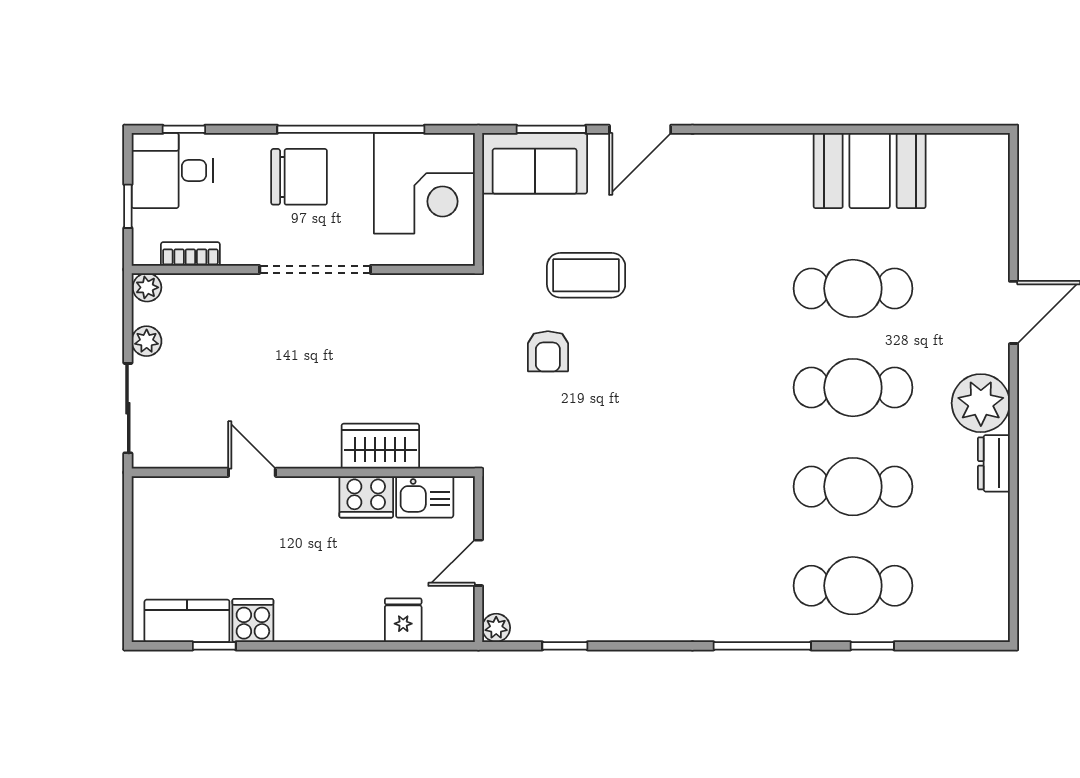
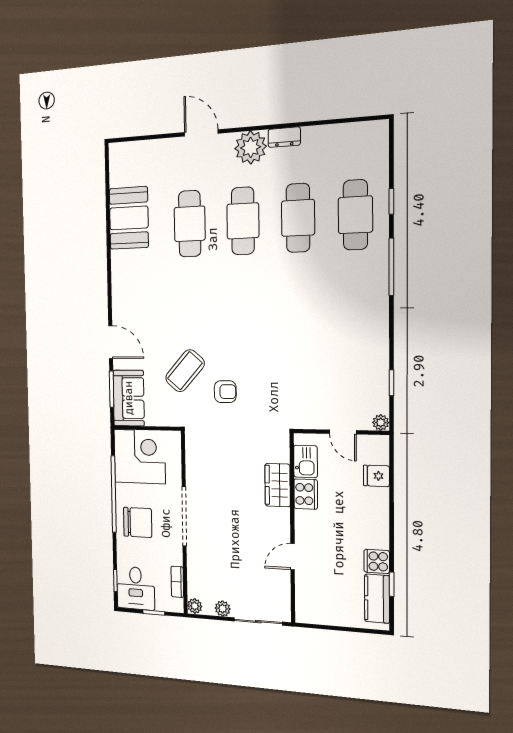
chair: (299, 177) -> (138, 522), turned 90
coffee table: (586, 275) -> (185, 371), turned 41

